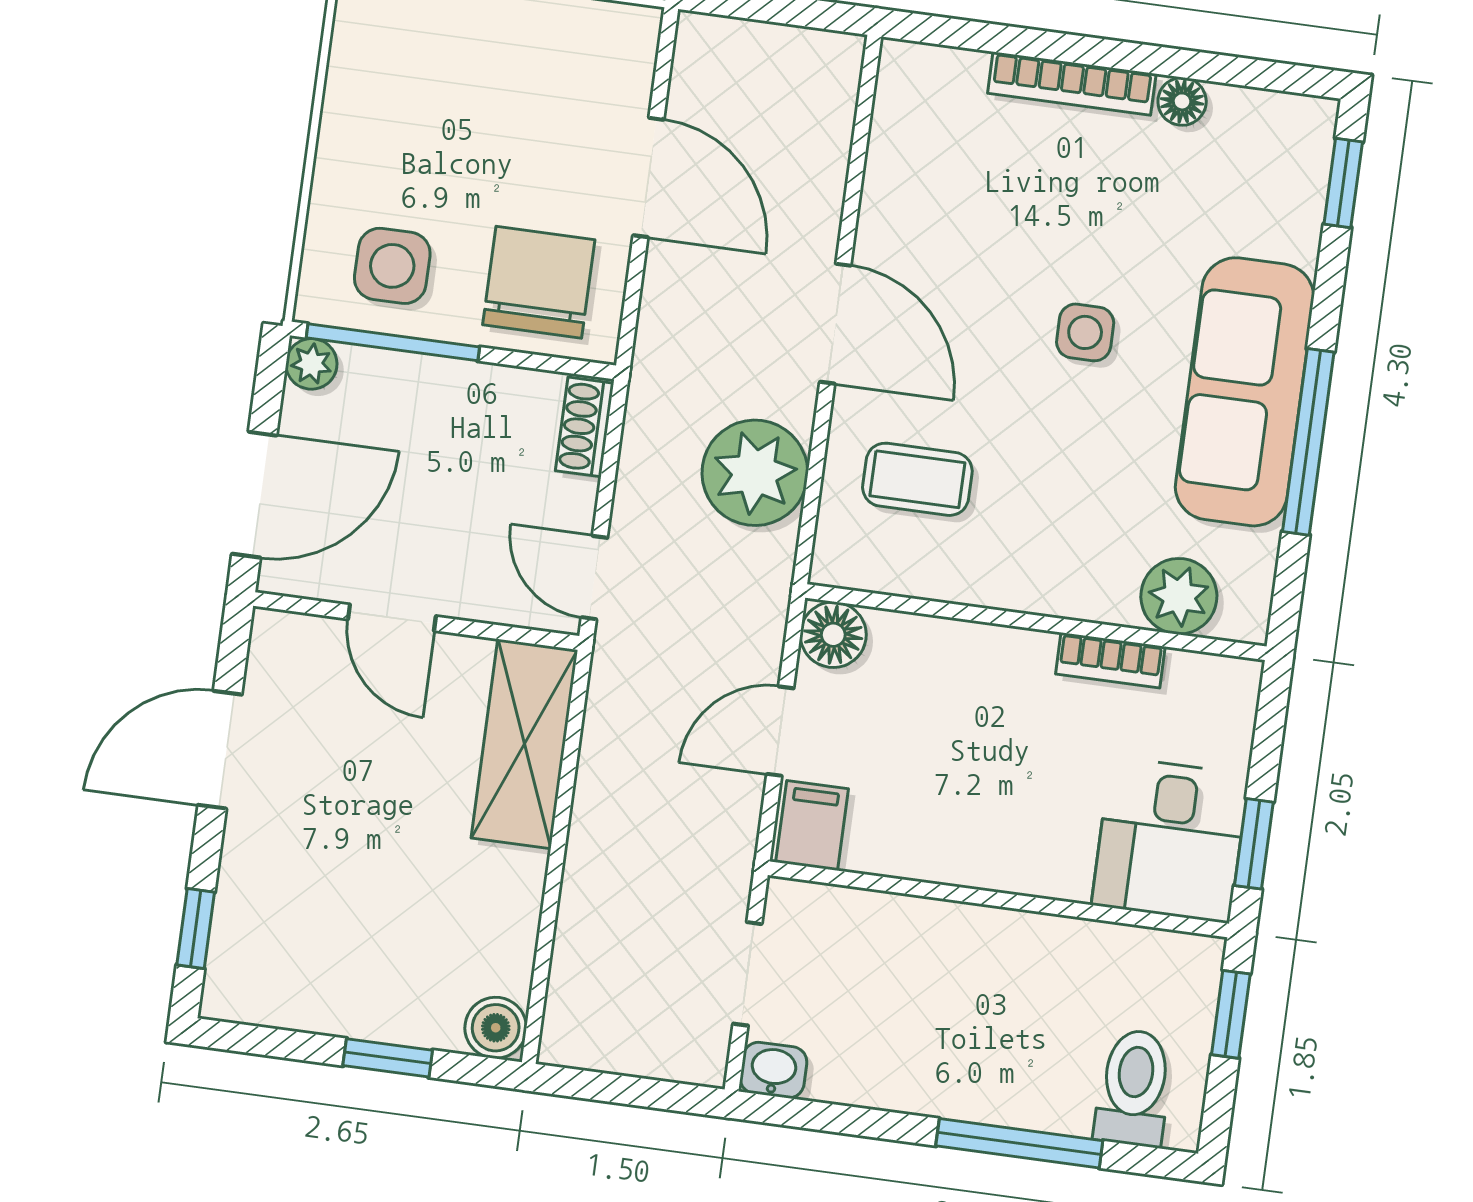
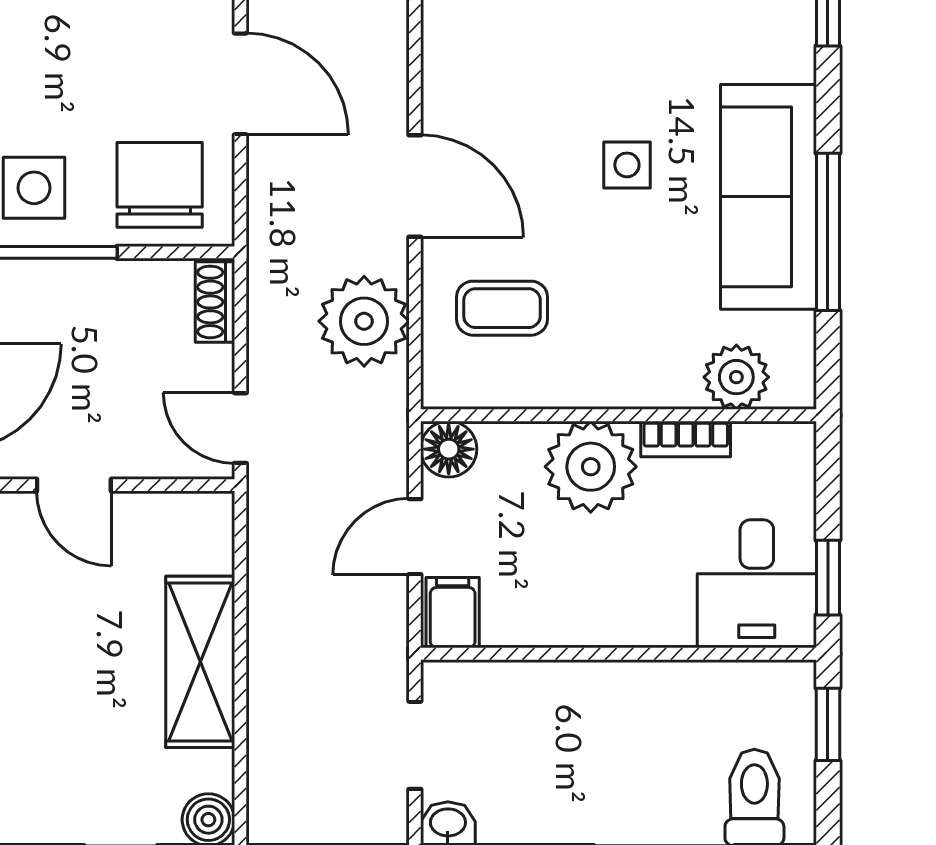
plant: (996, 678) -> (591, 467), added
shelving: (524, 744) -> (200, 662), moved

